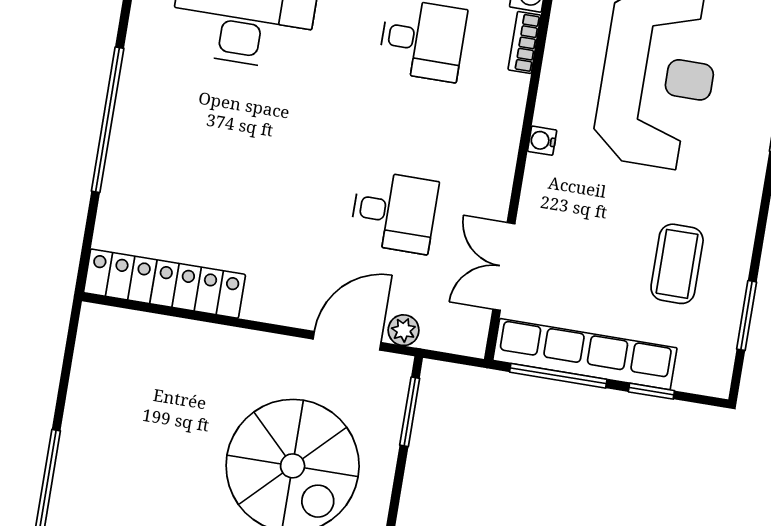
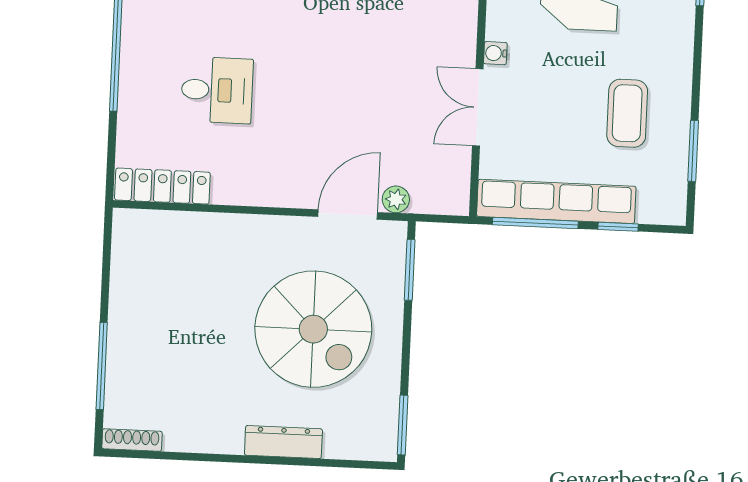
water cooler: (542, 141) -> (495, 53), moved
desk: (394, 212) -> (217, 90), moved
double door: (504, 266) -> (478, 107), moved
locker: (164, 284) -> (162, 186), width x0.71, depth x0.83

